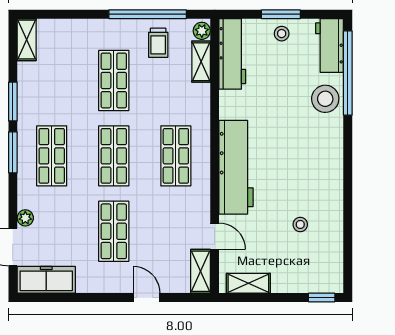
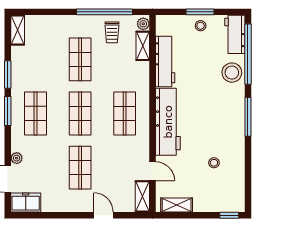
workbench: (232, 54) -> (165, 61), moved
window: (348, 160) -> (248, 117), added
freezer: (46, 280) -> (26, 202), width x0.71

